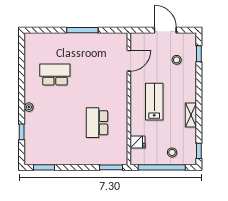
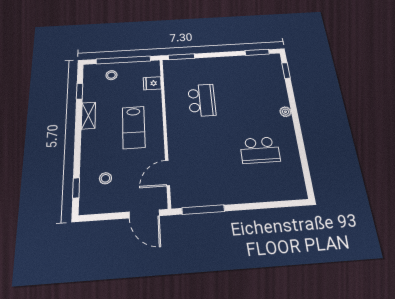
window: (82, 30) -> (203, 210), moved
door: (165, 30) -> (144, 214), moved
window: (22, 132) -> (286, 70), moved
window: (199, 151) -> (80, 91), moved

